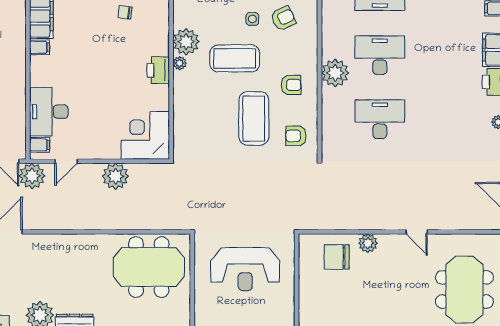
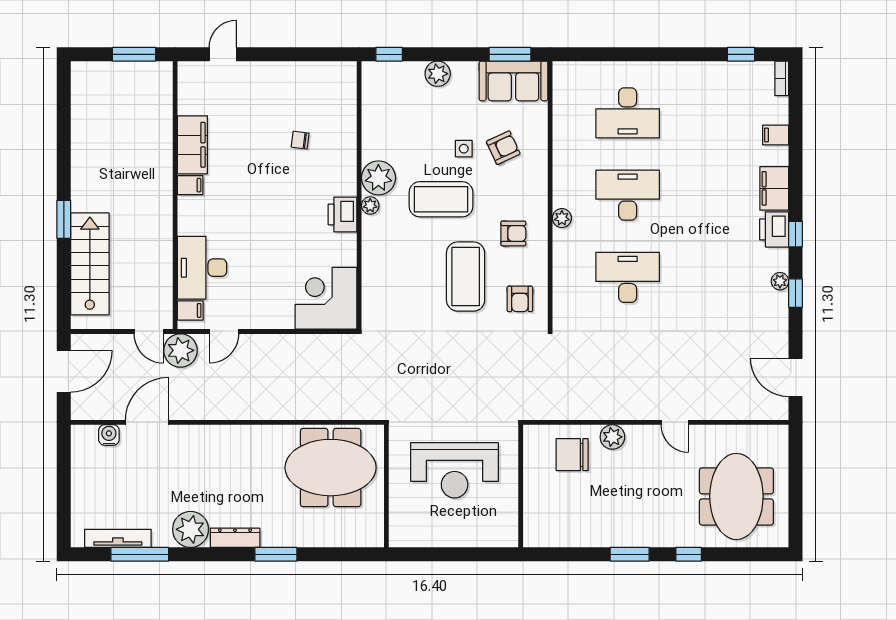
plant: (335, 73) -> (562, 218), width x0.53, depth x0.53
armchair: (296, 136) -> (520, 299), turned -90
plant: (115, 176) -> (288, 351), removed

